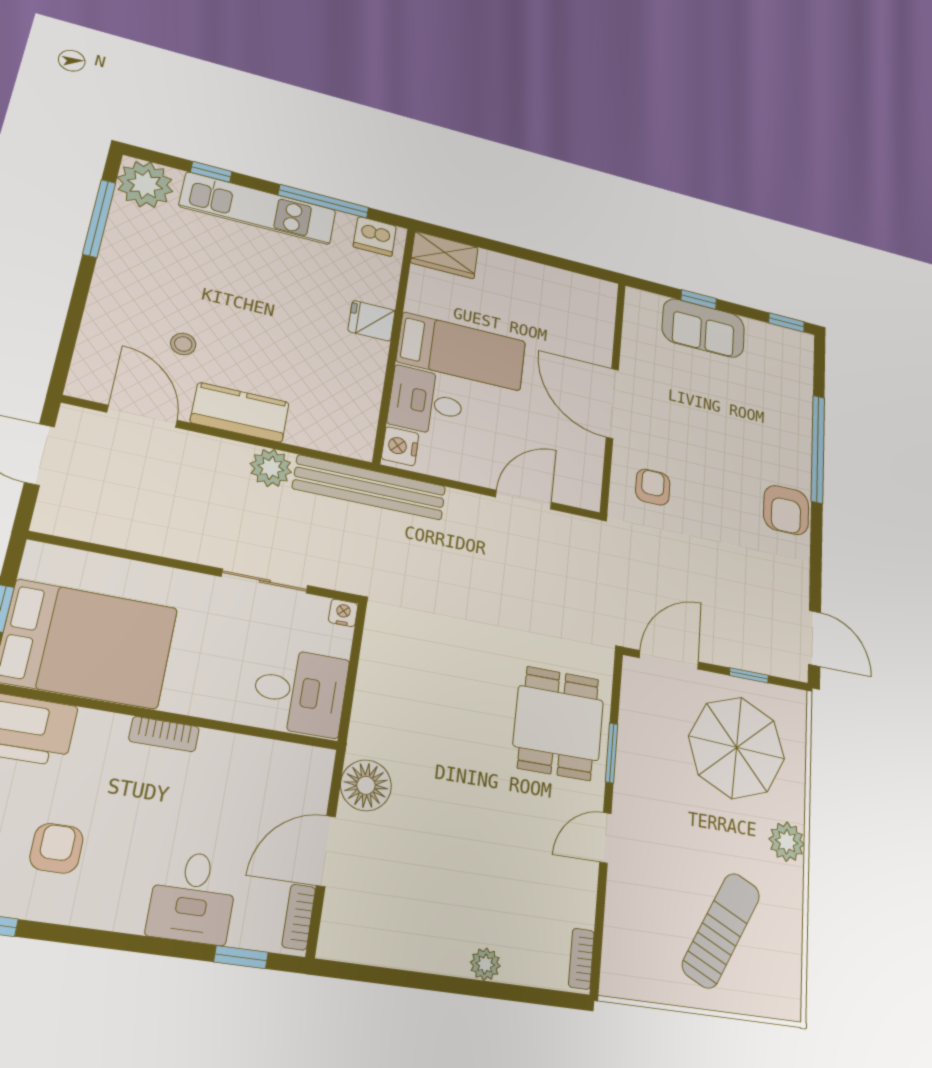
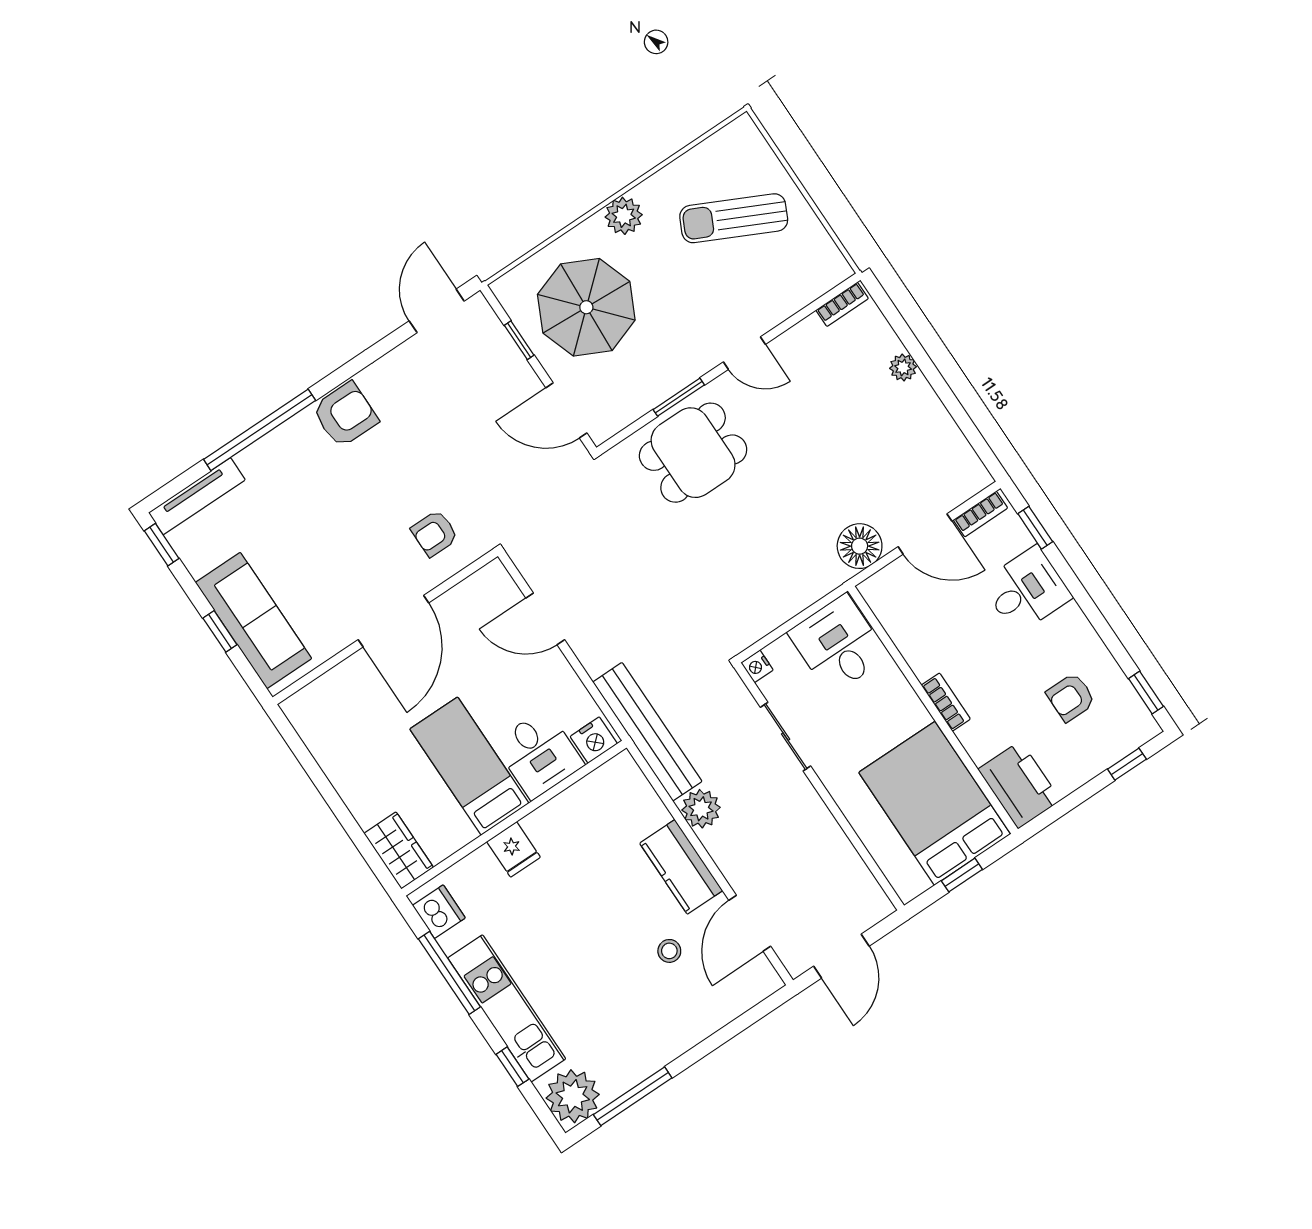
sofa: (703, 328) -> (254, 620), width x1.36
tv unit: (802, 371) -> (197, 496), added

